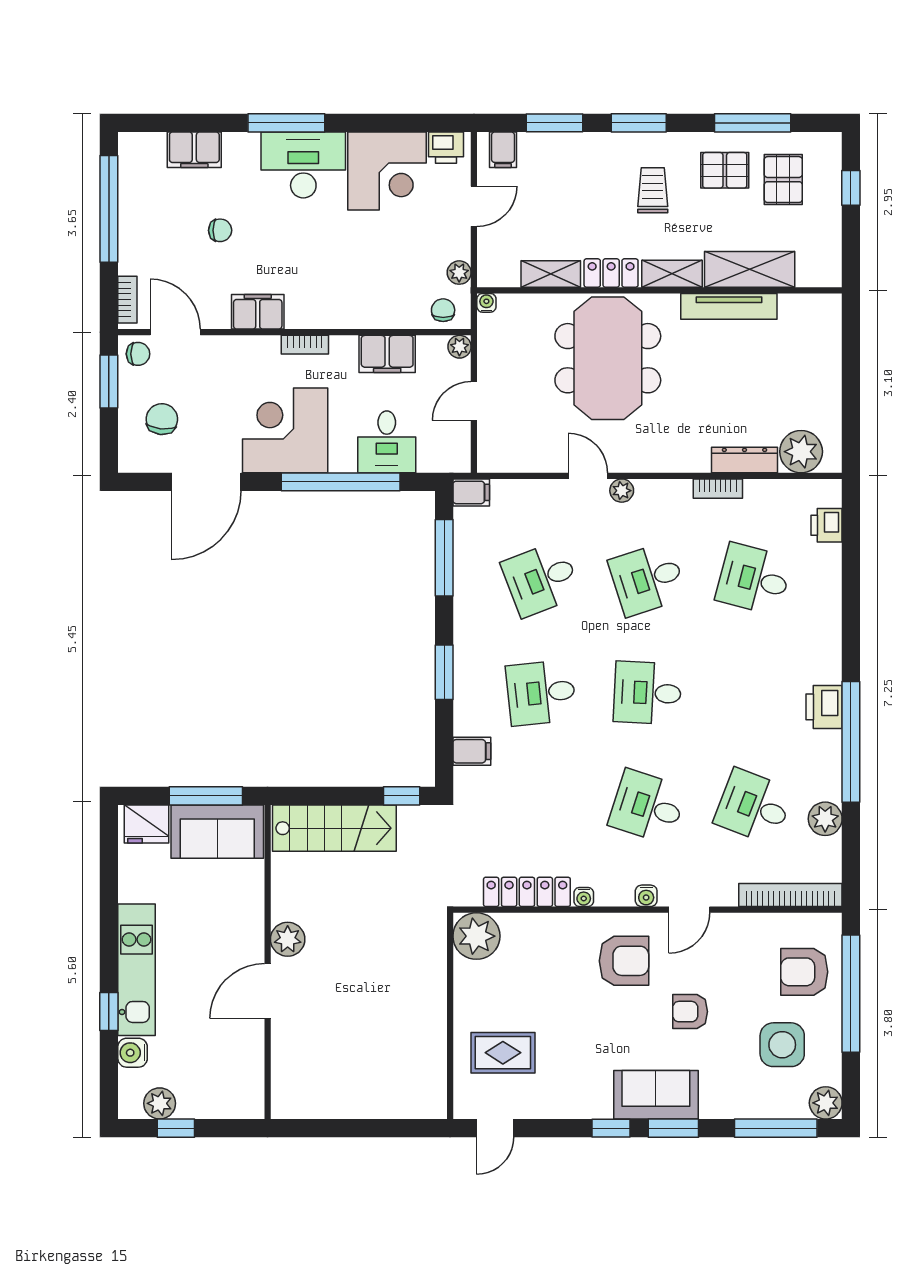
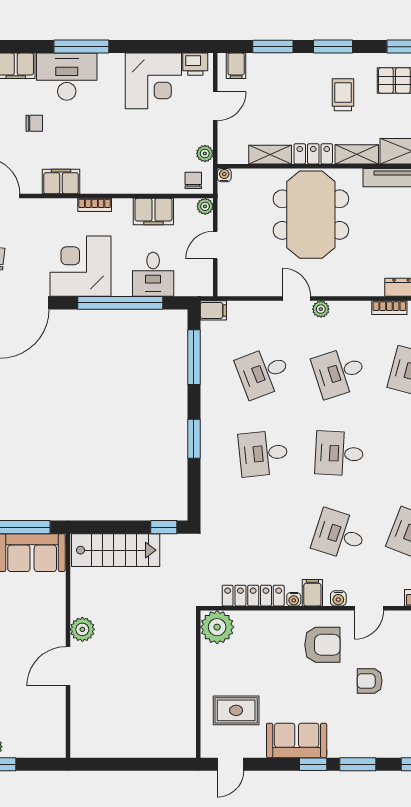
desk: (303, 165) -> (67, 77), moved
filing cabinet: (472, 751) -> (312, 593), moved, turned -90
sofa: (656, 1095) -> (297, 740), moved

